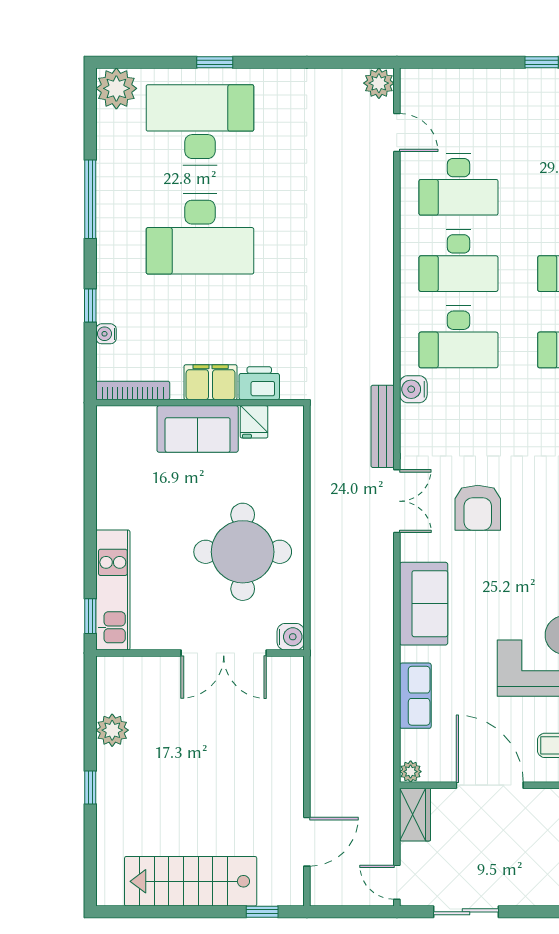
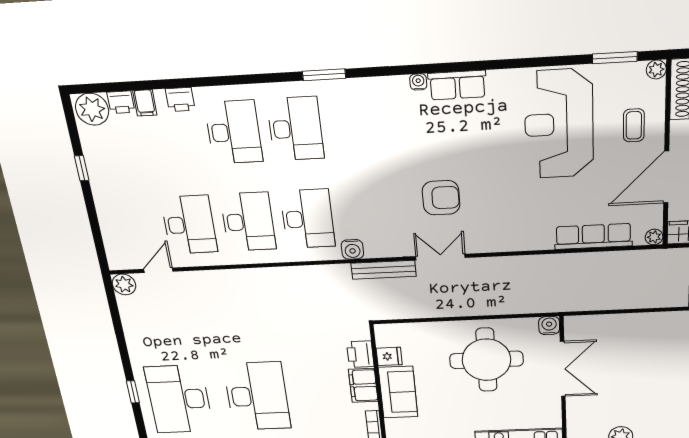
sofa: (424, 604) -> (520, 234), removed
row of seats: (415, 696) -> (593, 236), width x1.48

